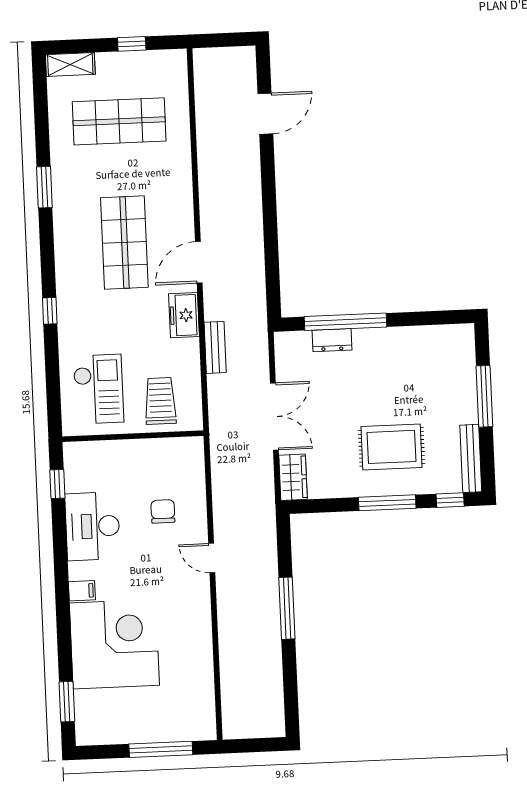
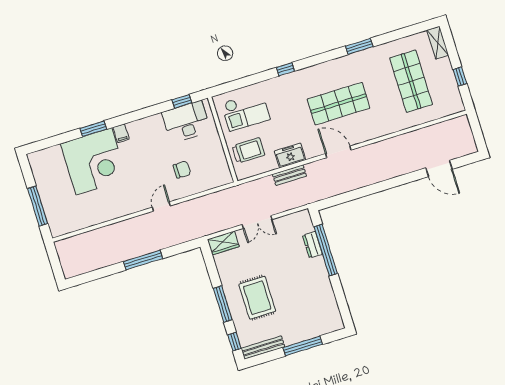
freezer: (184, 315) -> (290, 156), moved
double door: (274, 416) -> (257, 222), width x0.73
desk: (93, 526) -> (186, 122), moved
window: (67, 702) -> (93, 129), moved

